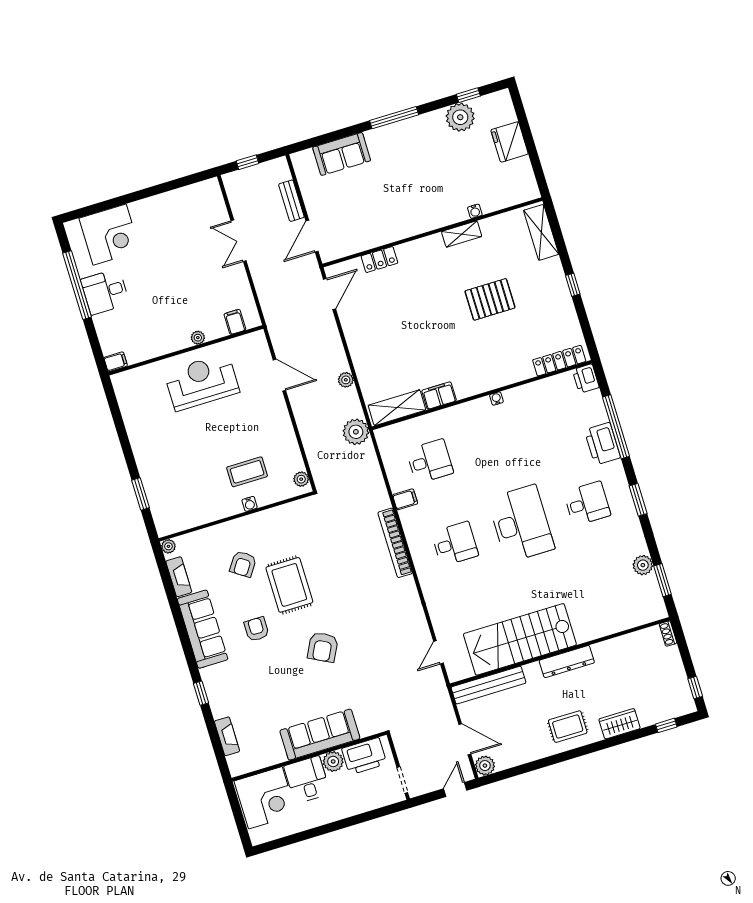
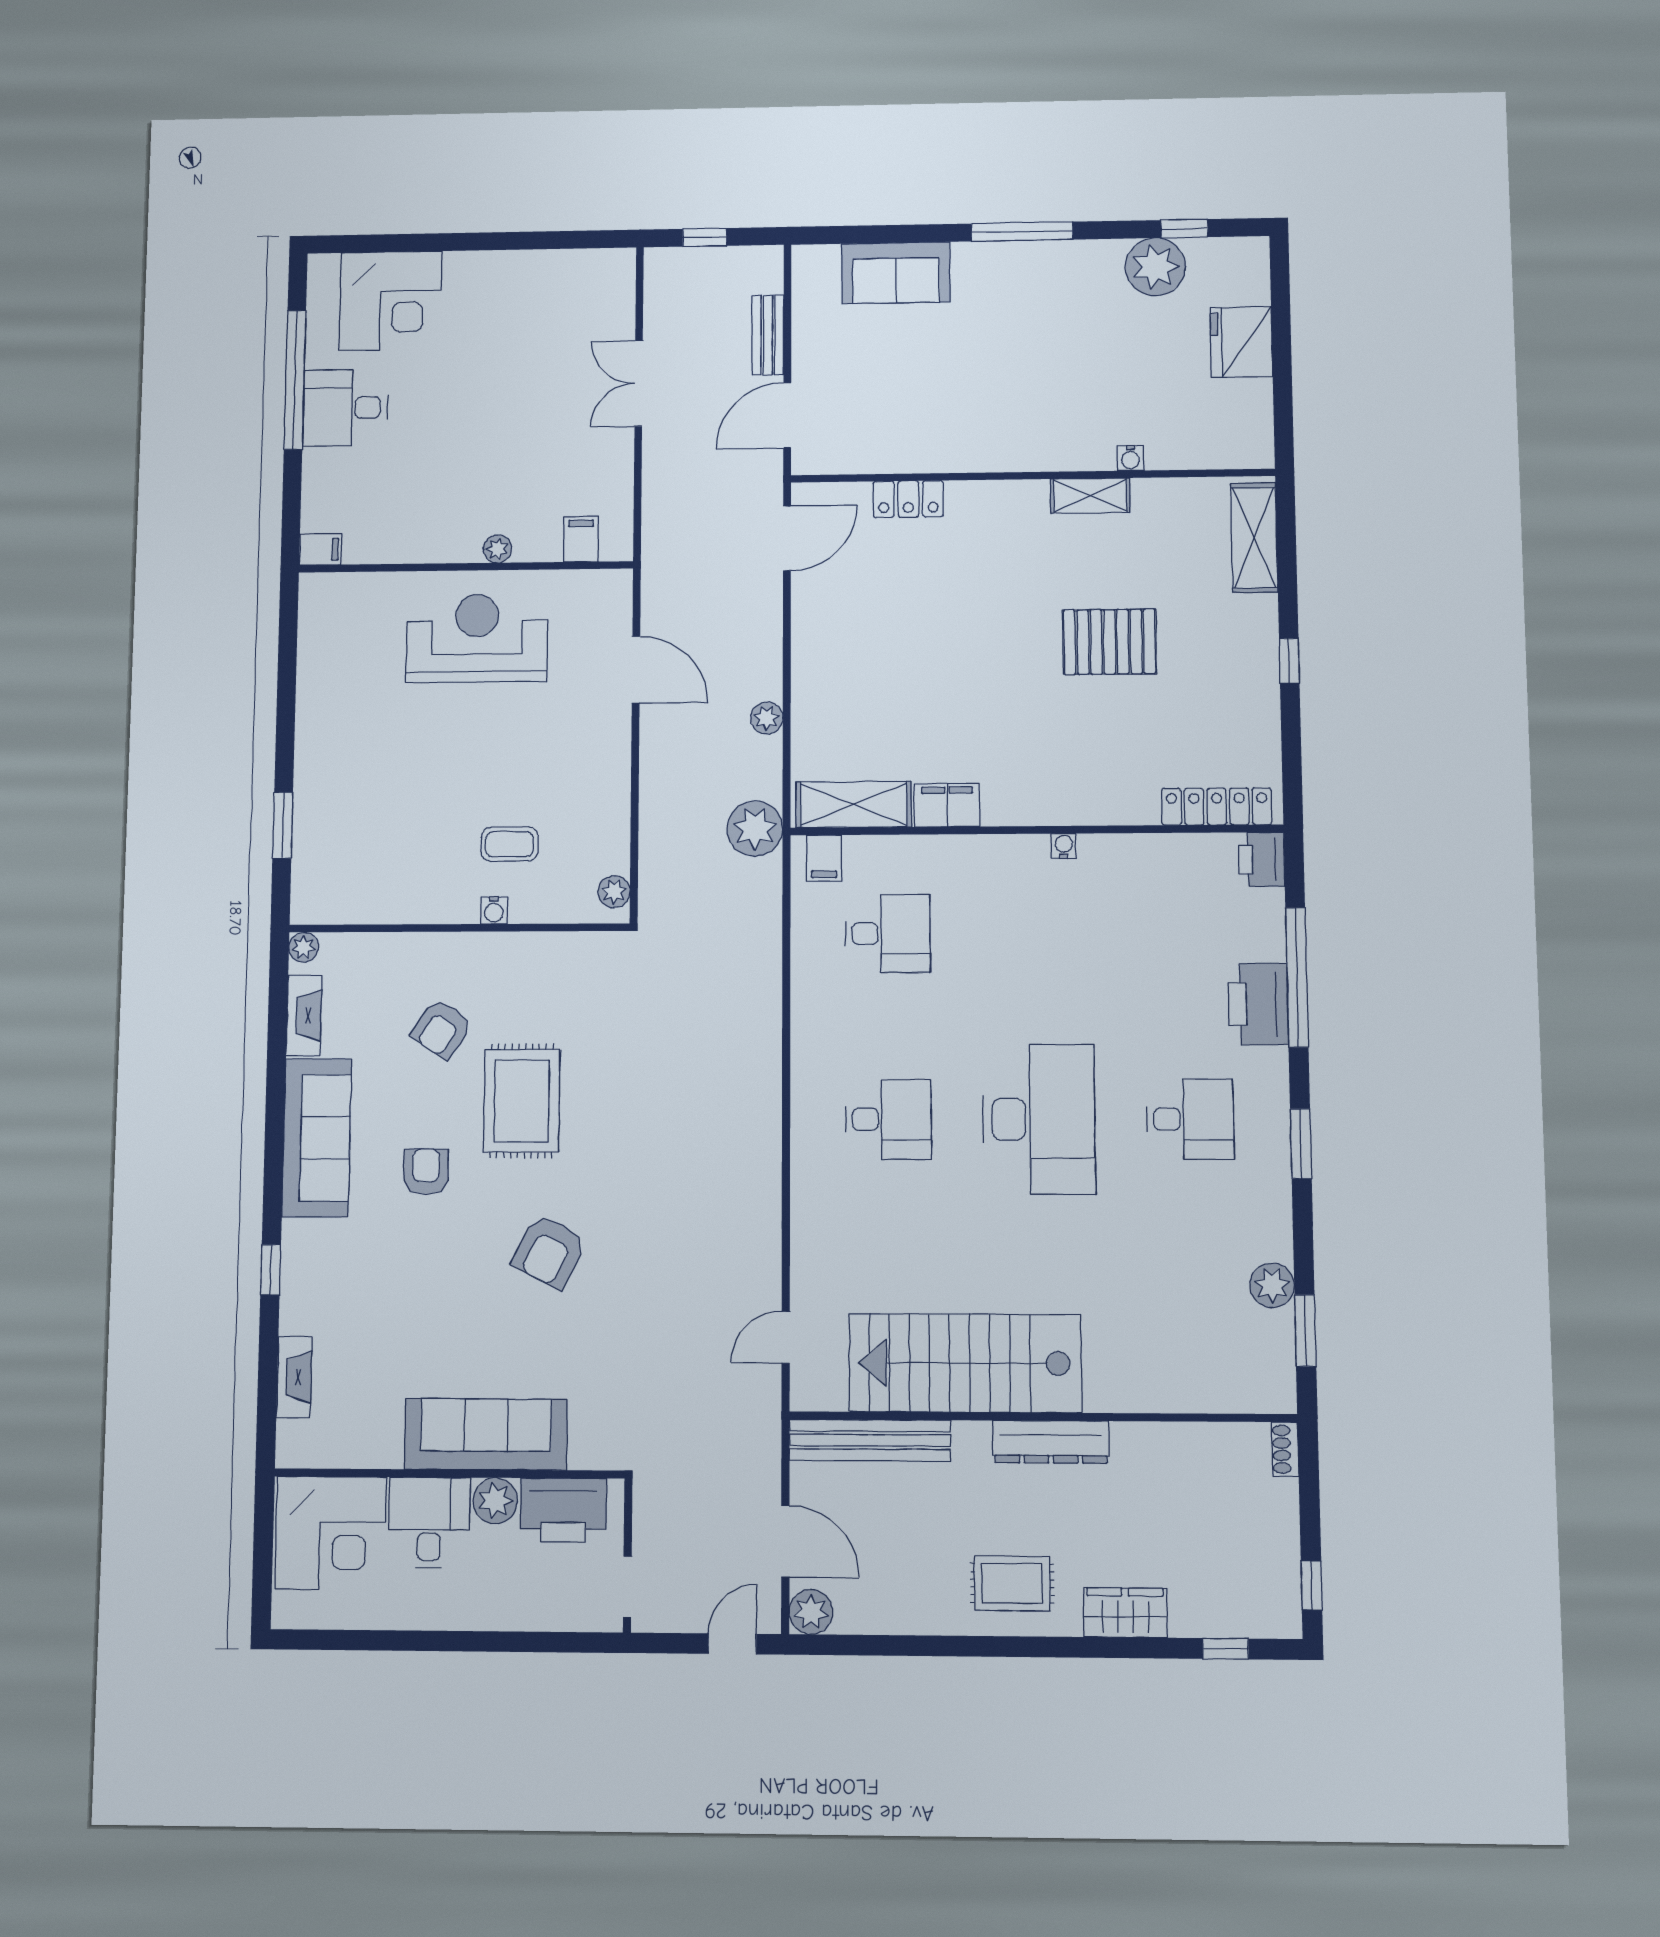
coffee table: (247, 472) -> (510, 844), width x0.73, depth x0.77
filing cabinet: (405, 499) -> (824, 858), moved, turned 90
bookcase: (395, 543) -> (765, 1080), removed

